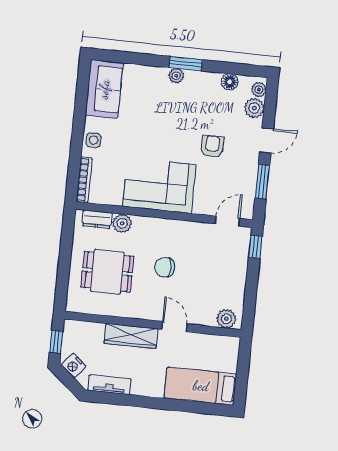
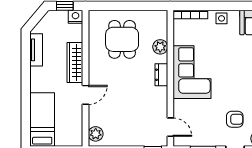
armchair: (212, 146) -> (235, 119), moved
dresser: (97, 219) -> (161, 75), moved
chair: (165, 267) -> (130, 83), removed
nightstand: (74, 366) -> (75, 17), moved, turned 50

